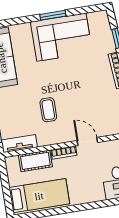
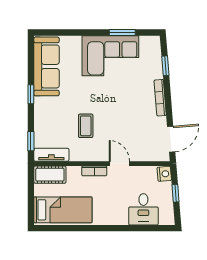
window: (53, 15) -> (122, 33), moved
cot: (35, 161) -> (50, 175), moved

